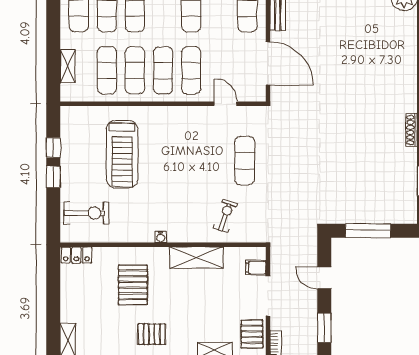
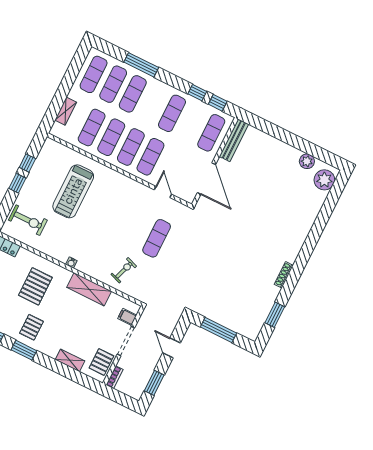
pallet: (152, 334) -> (32, 327), turned 90

